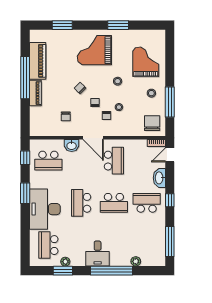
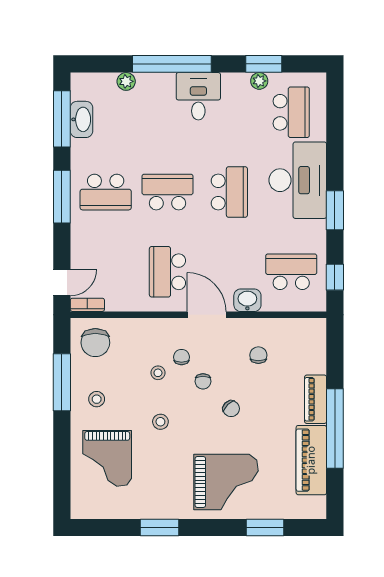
grand piano: (94, 50) -> (226, 482), moved
washbasin: (159, 178) -> (81, 119), moved
window: (170, 200) -> (62, 197), width x2.17

